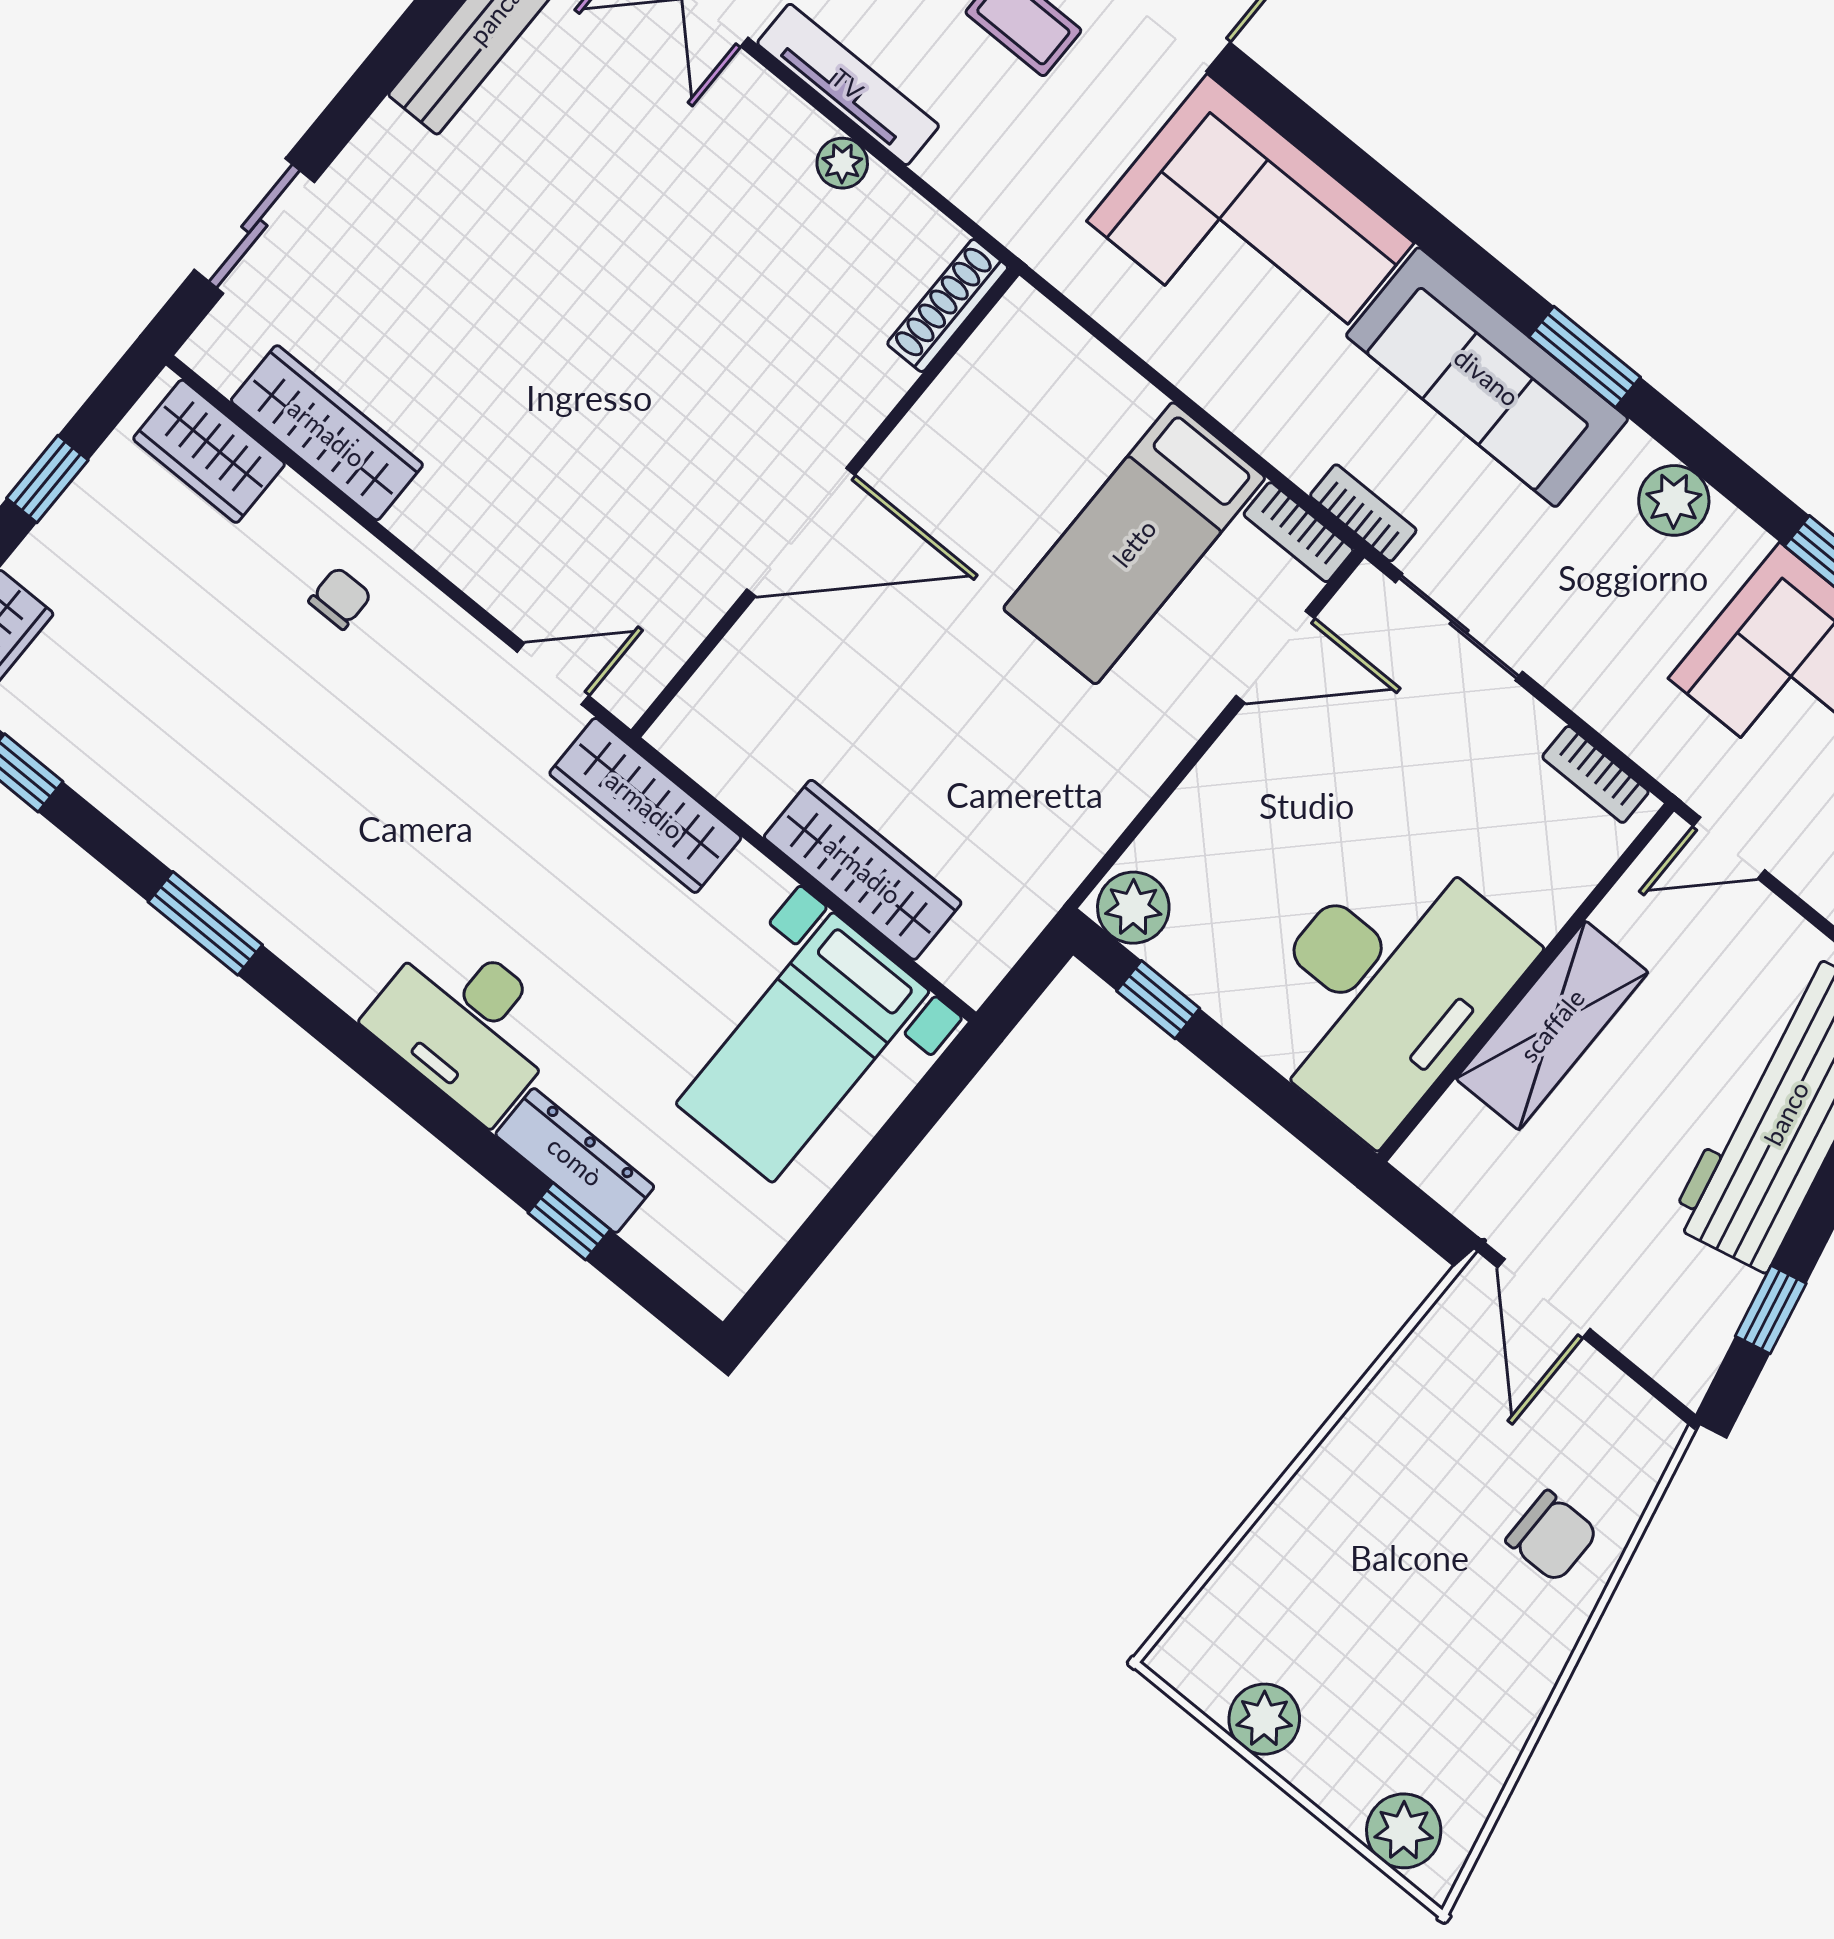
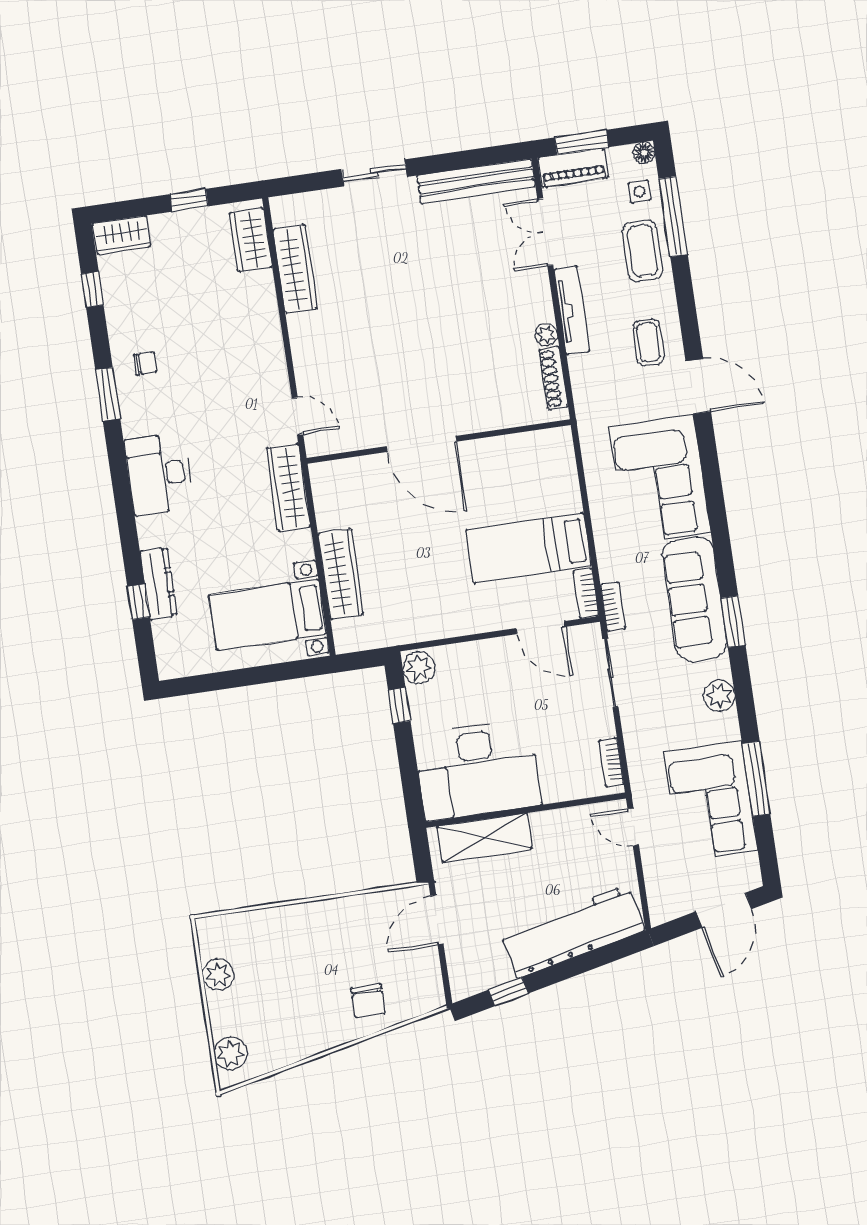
sliding door: (254, 226) -> (374, 173), moved
shoe rack: (948, 306) -> (553, 378), moved, turned -90
chair: (340, 598) -> (145, 363), moved
desk: (467, 1024) -> (159, 474), moved
shelving: (1552, 1025) -> (485, 838), moved

